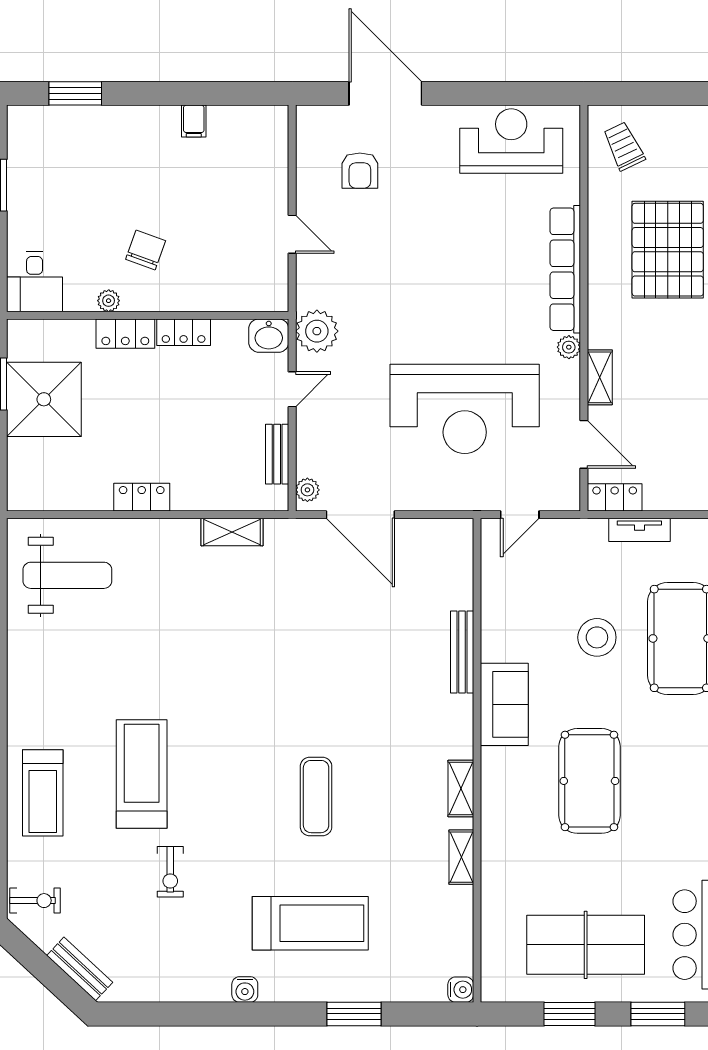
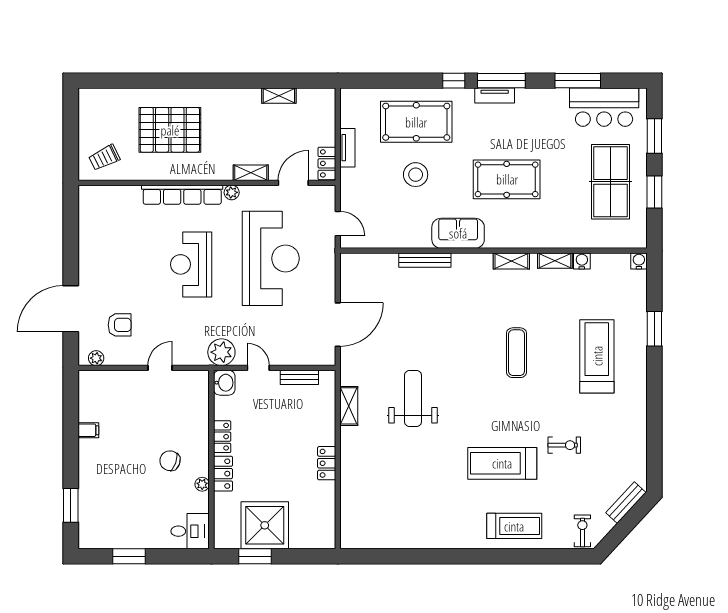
reception desk: (511, 141) -> (191, 264), moved
plant: (307, 490) -> (96, 358), moved
weight bench: (67, 575) -> (413, 398), moved
exercise mat: (316, 797) -> (516, 353), turned 90
water cooler: (245, 989) -> (582, 261), moved, turned -90

